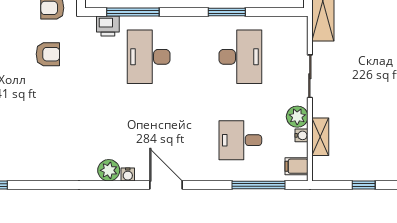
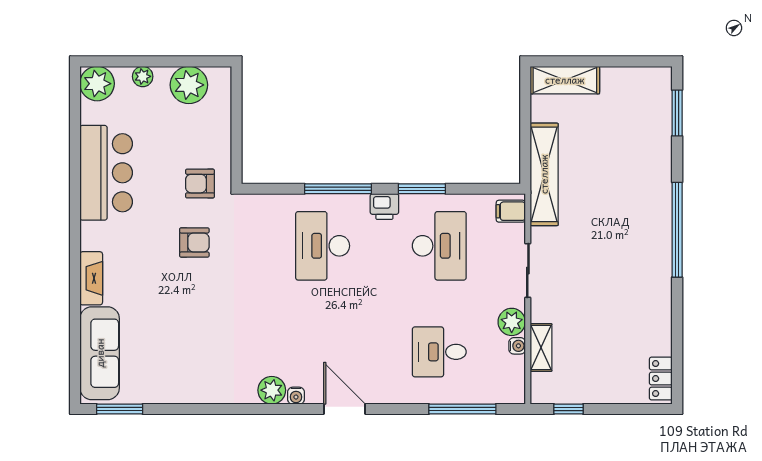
window: (133, 12) -> (338, 189), moved
printer: (108, 26) -> (384, 207), moved
filing cabinet: (297, 166) -> (511, 211), moved
window: (364, 185) -> (569, 409), moved

